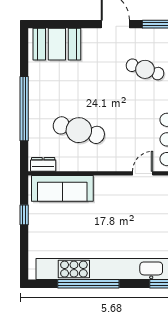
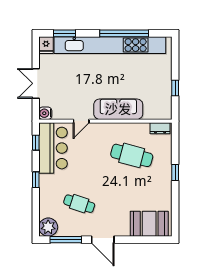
window: (24, 109) -> (175, 172), width x0.32
sofa: (62, 188) -> (118, 109), moved

